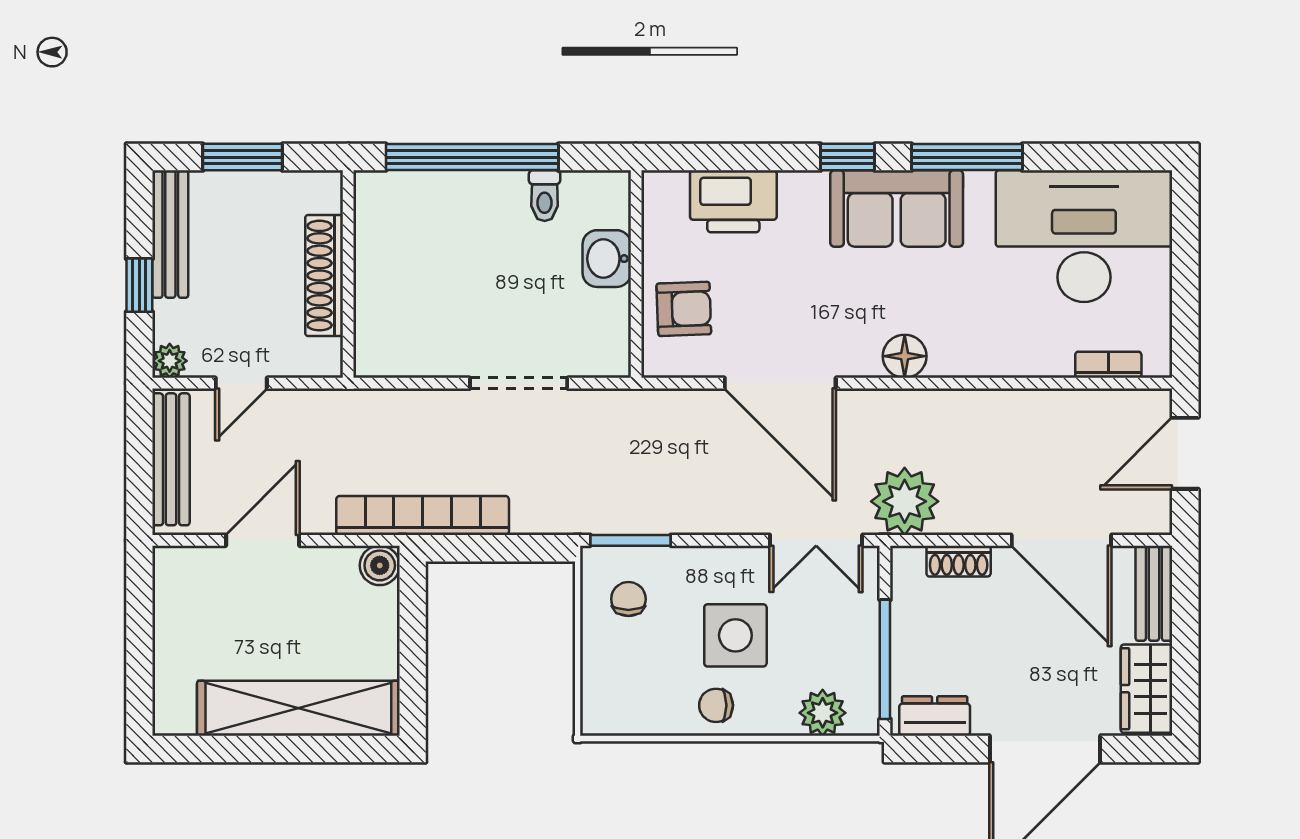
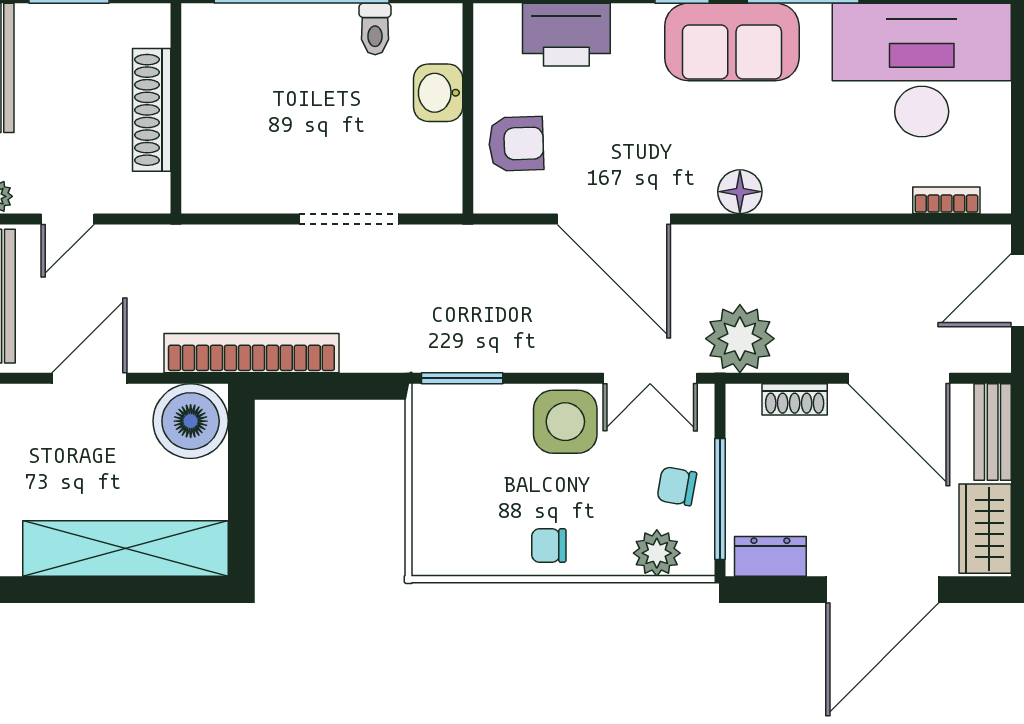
boiler: (380, 565) -> (191, 421), width x1.86, depth x1.86
chair: (628, 599) -> (677, 486), moved, turned -80
side table: (735, 635) -> (565, 422), moved

